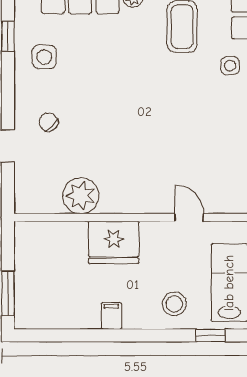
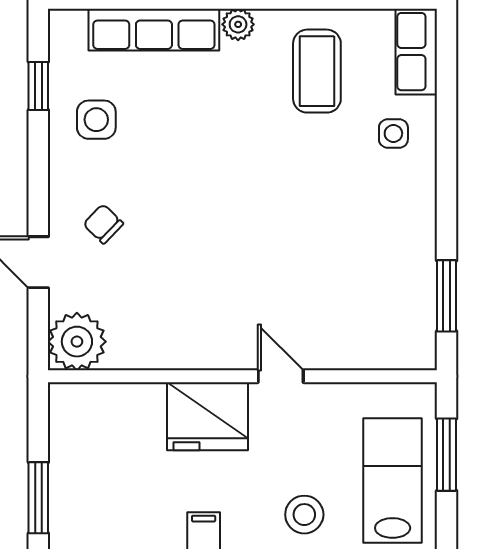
plant: (81, 196) -> (77, 342), moved
door: (189, 217) -> (281, 376), moved

